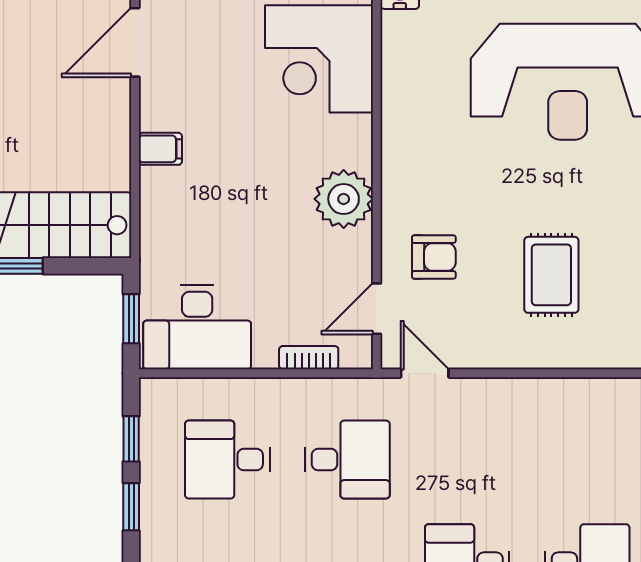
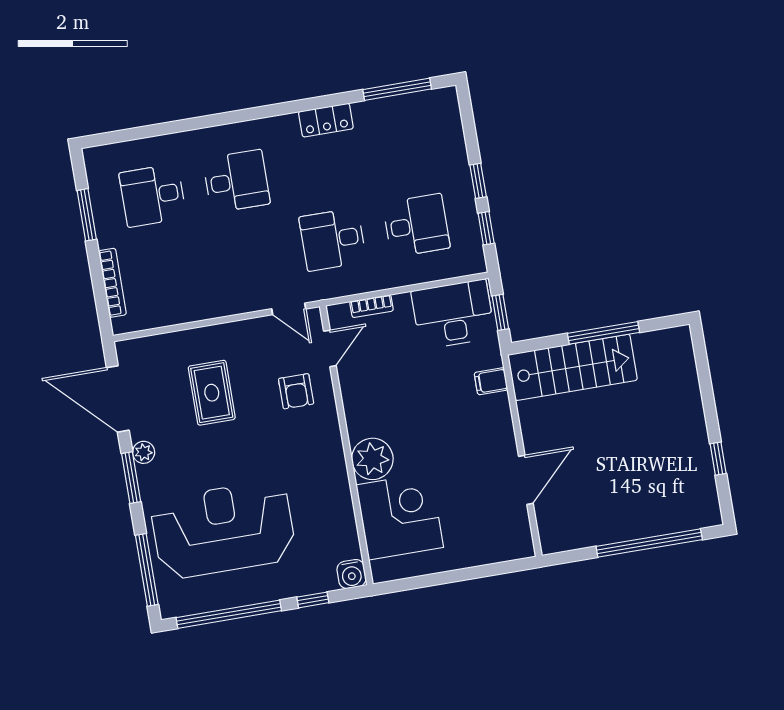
door: (135, 42) -> (526, 480), moved
filing cabinet: (160, 149) -> (491, 381), moved
plant: (344, 199) -> (372, 459), moved
armchair: (434, 257) -> (296, 391), turned -90

